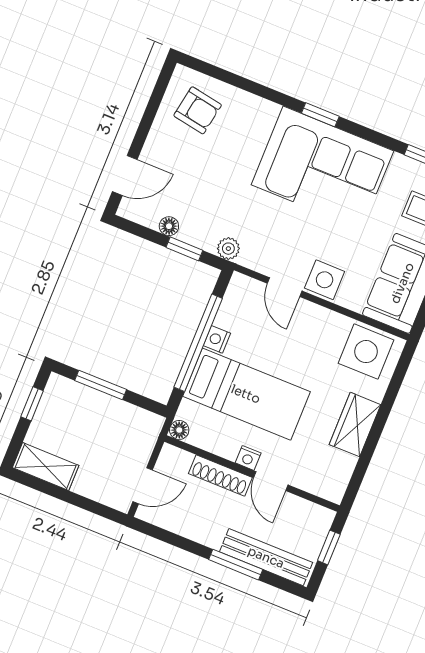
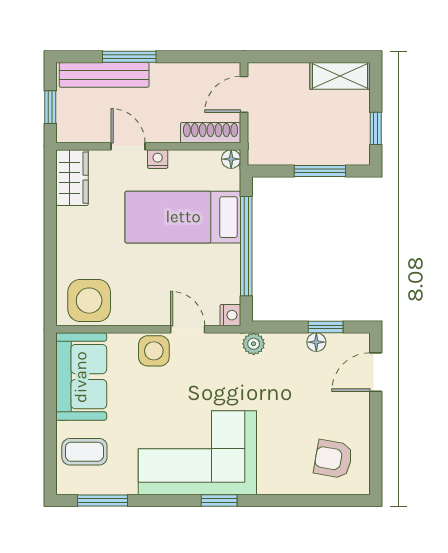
window: (184, 249) -> (326, 327), moved
nightstand: (217, 339) -> (230, 315), moved
wardrobe: (355, 425) -> (72, 178), moved
shoe rack: (220, 475) -> (211, 133), moved

